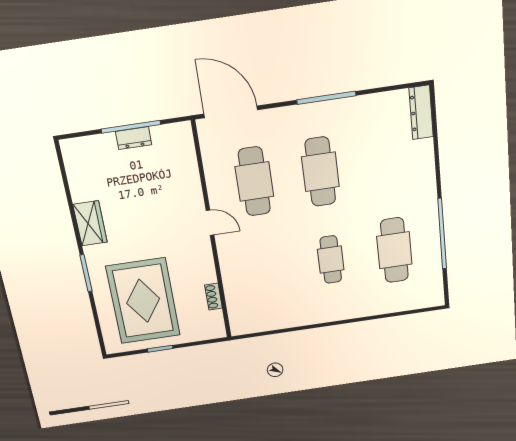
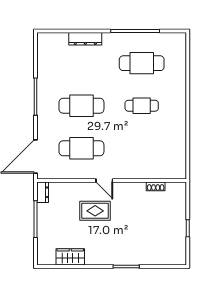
dresser: (421, 112) -> (85, 39), moved
dresser: (134, 138) -> (43, 192), moved
wardrobe: (90, 223) -> (70, 257), moved
door: (210, 223) -> (104, 181), swing flipped
rug: (143, 301) -> (95, 211), moved, width x0.54, depth x0.49

